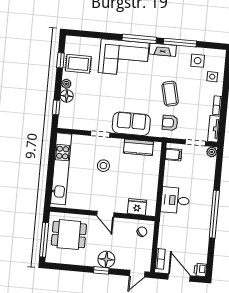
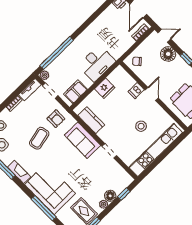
window: (139, 39) -> (44, 208), moved
filing cabinet: (173, 155) -> (75, 92), width x2.00
stool: (103, 166) -> (141, 126), moved
desk: (175, 200) -> (97, 63), width x1.37
dishwasher: (121, 206) -> (136, 91), added
fridge: (137, 207) -> (105, 88), moved, turned -90
window: (214, 214) -> (57, 53), moved
floor lamp: (106, 259) -> (168, 54), moved

